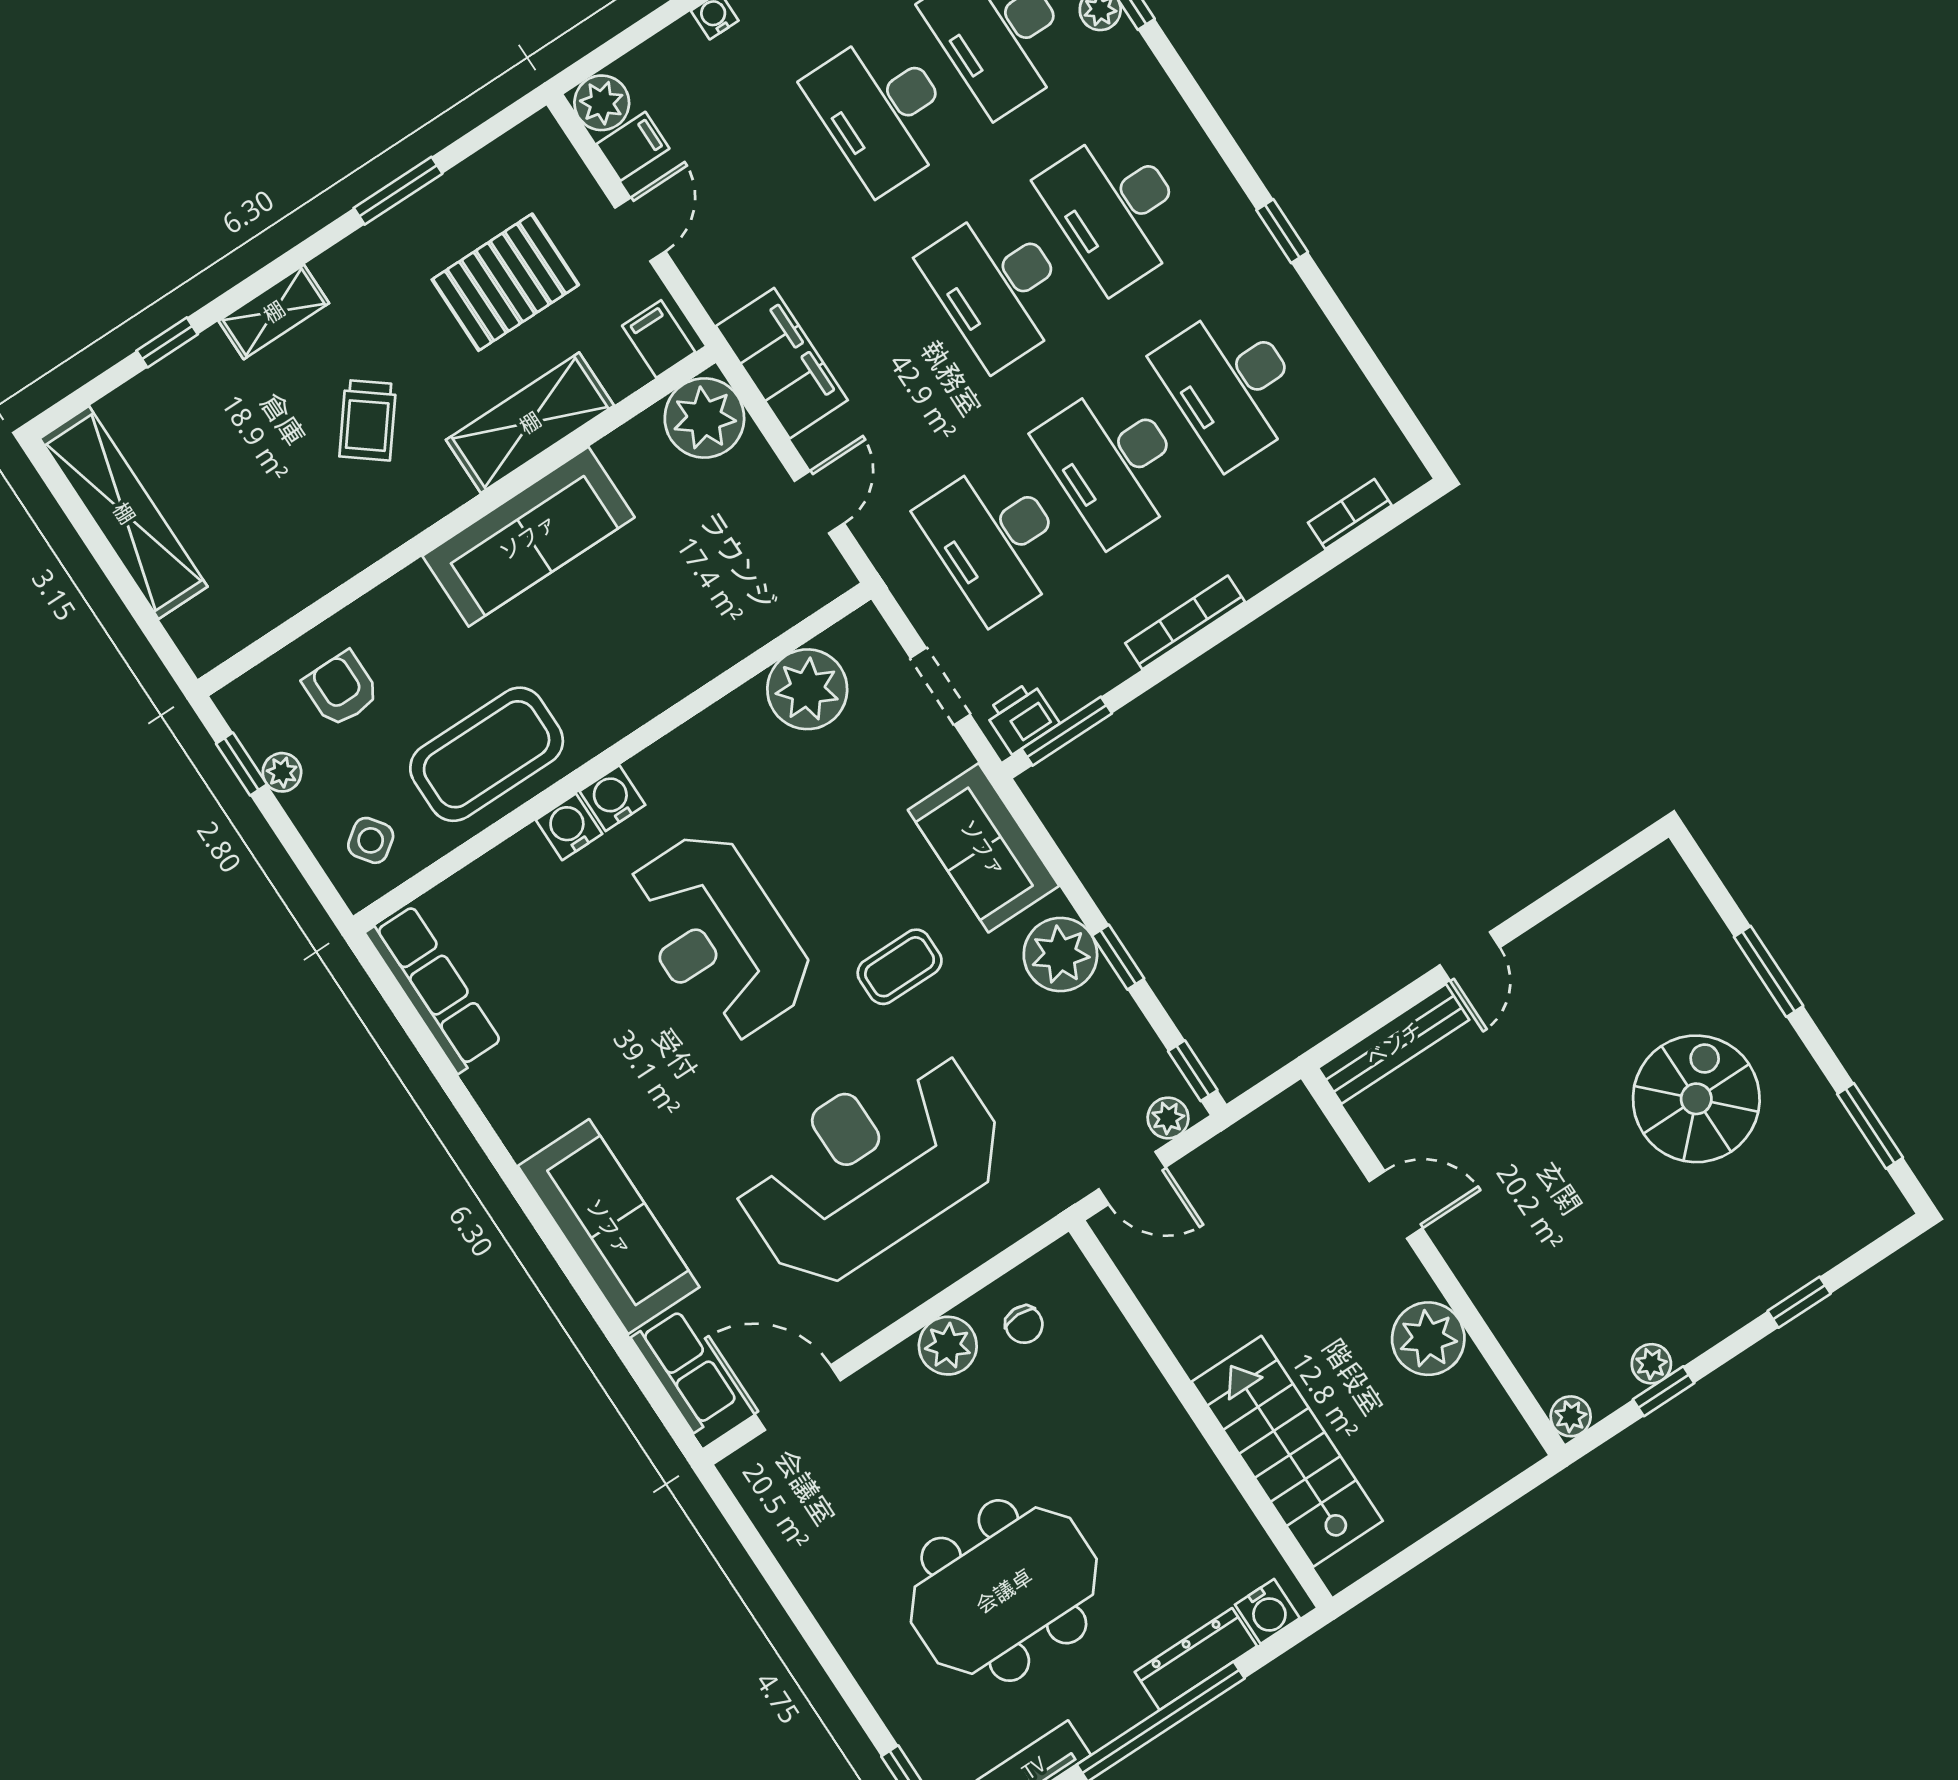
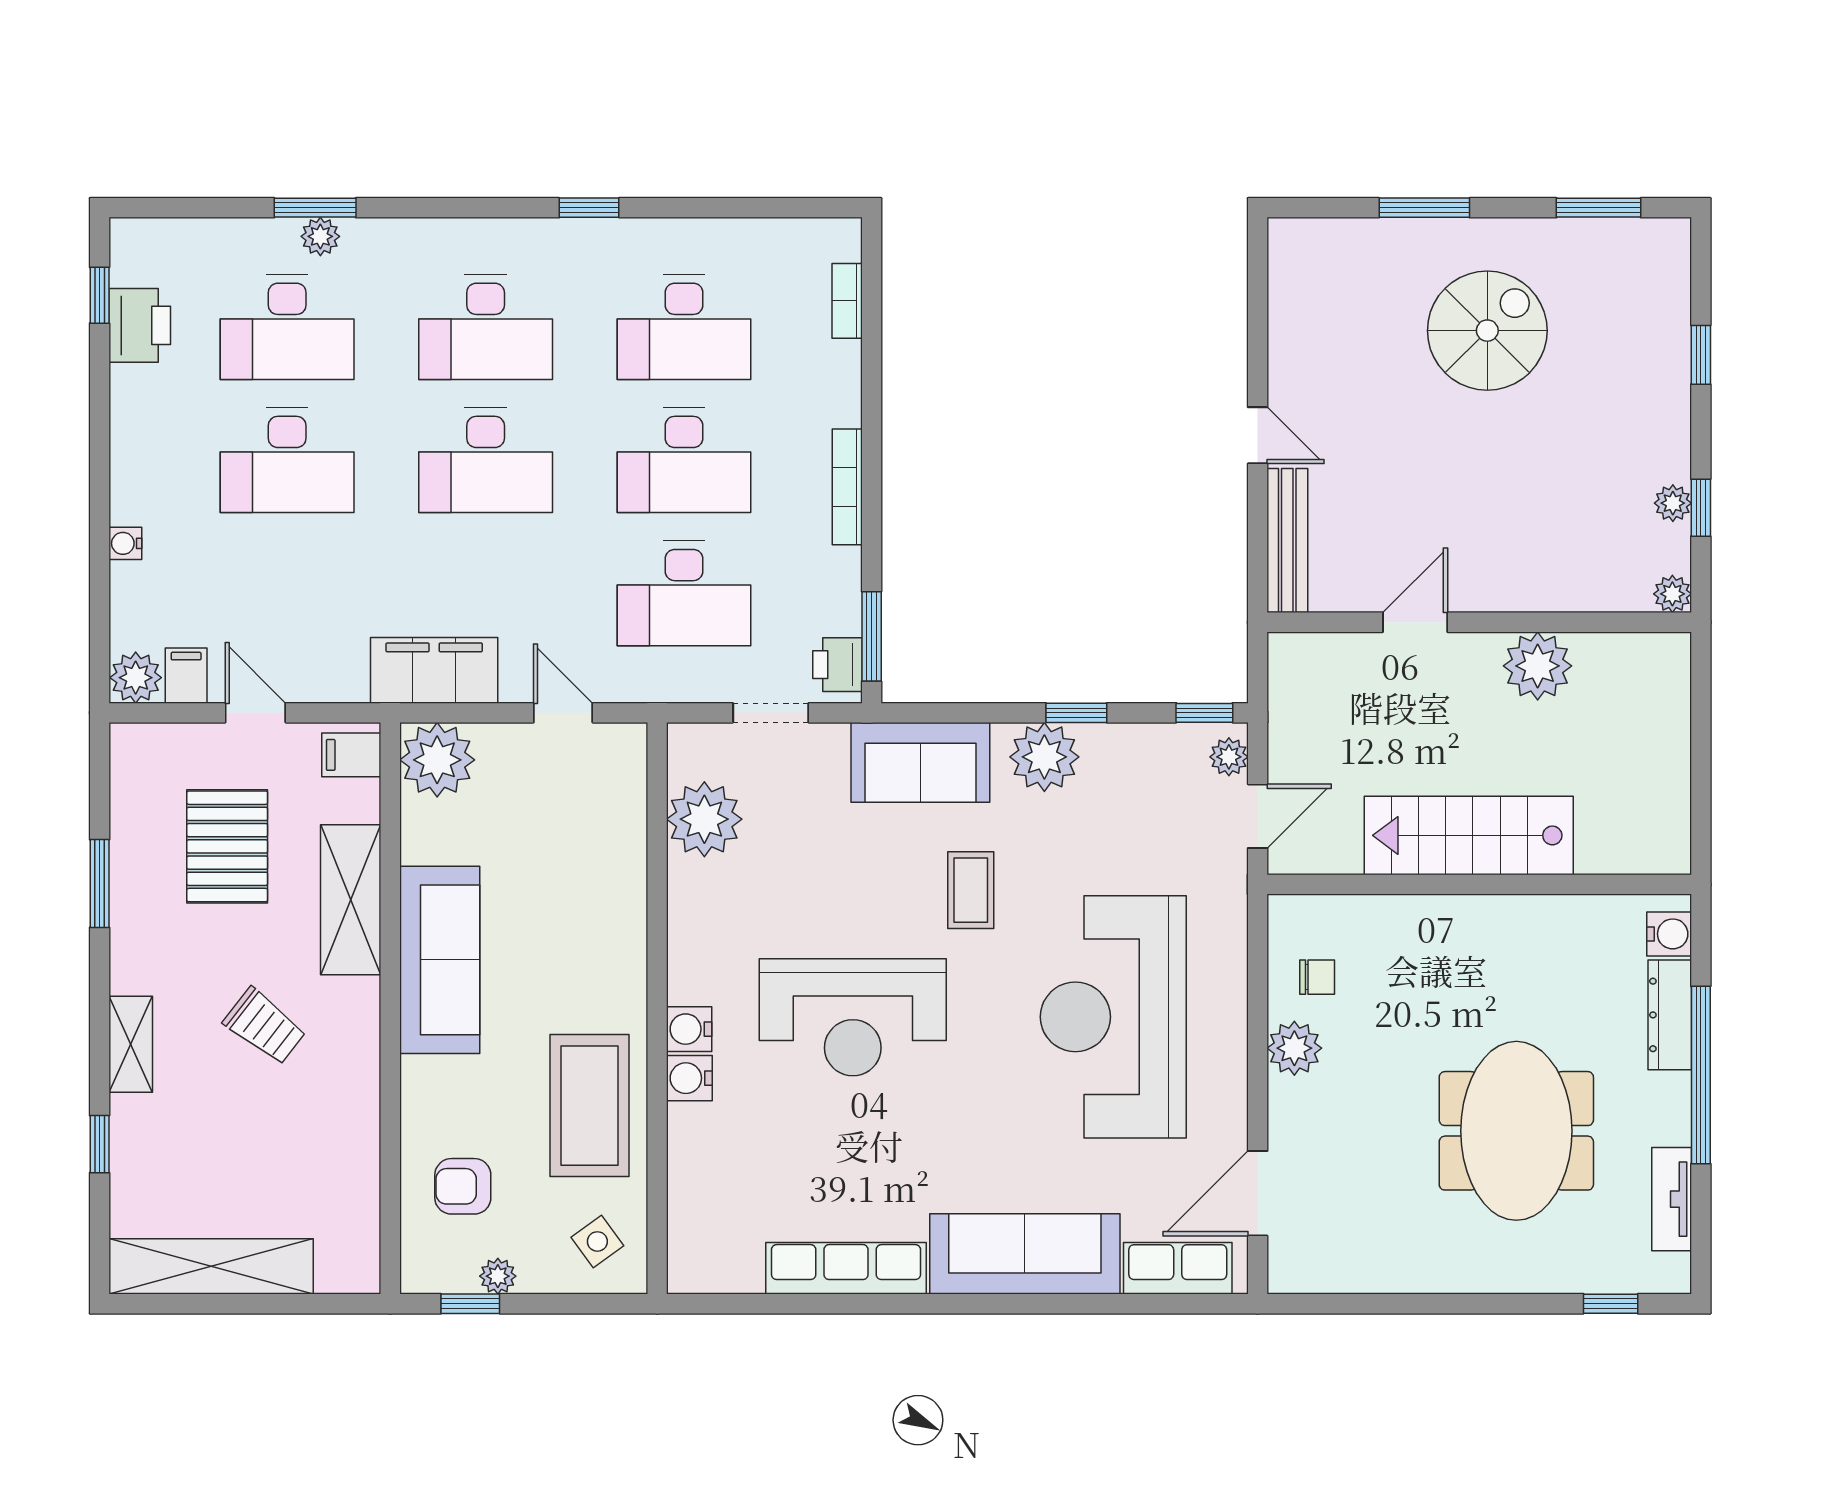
row of seats: (434, 988) -> (846, 1268), moved
spiral stairs: (1696, 1099) -> (1487, 331), turned 90
stairs: (1287, 1451) -> (1469, 835), moved

